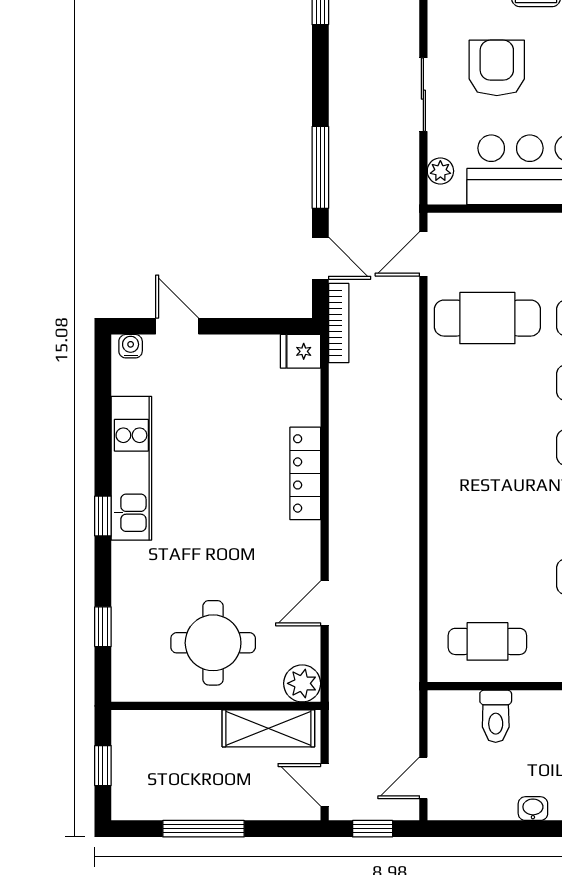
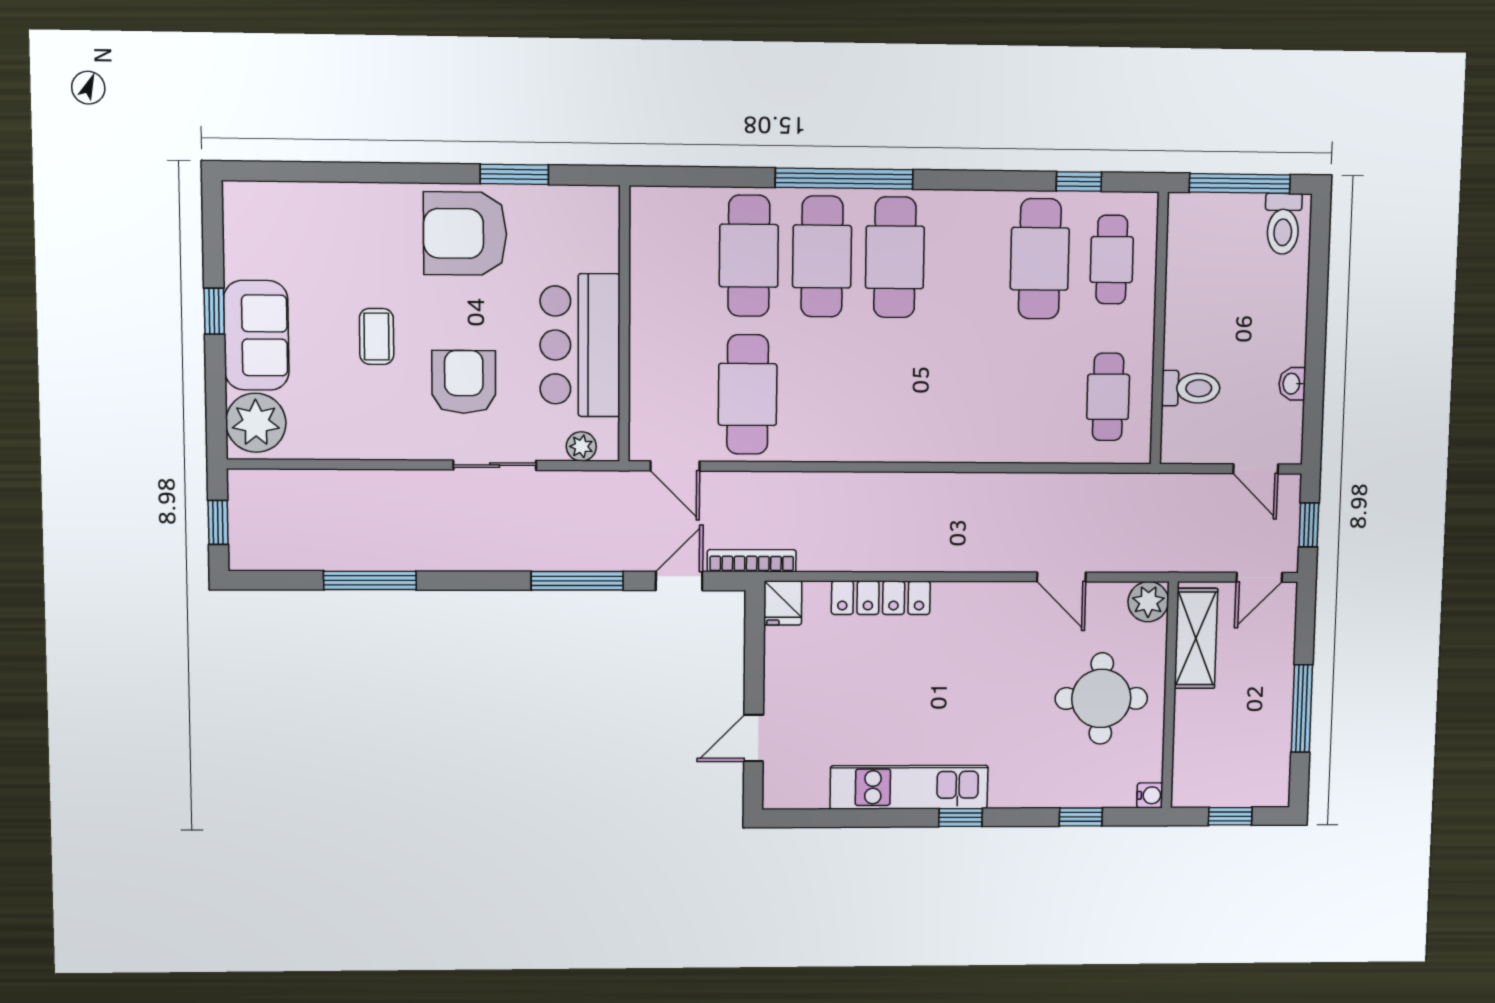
armchair: (497, 68) -> (464, 382), turned 90
water cooler: (131, 346) -> (1150, 795), moved, turned 180
locker: (305, 473) -> (881, 598), moved
washbasin: (533, 809) -> (1292, 384), moved

